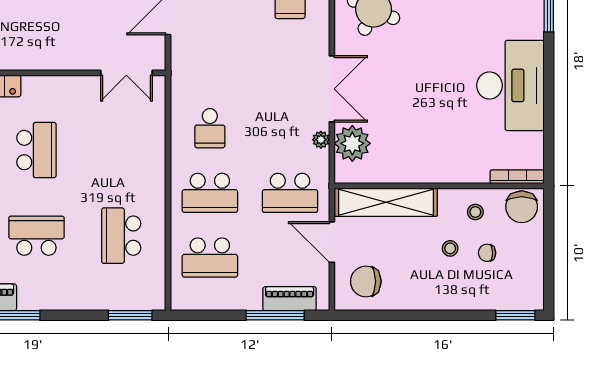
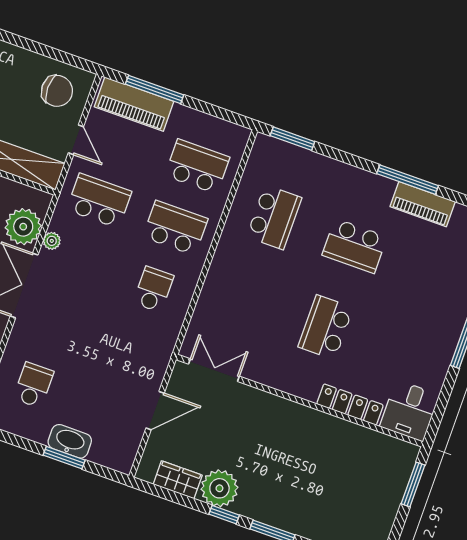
door: (332, 242) -> (76, 140), width x0.73
piano: (290, 299) -> (134, 104), width x1.37, depth x1.33

